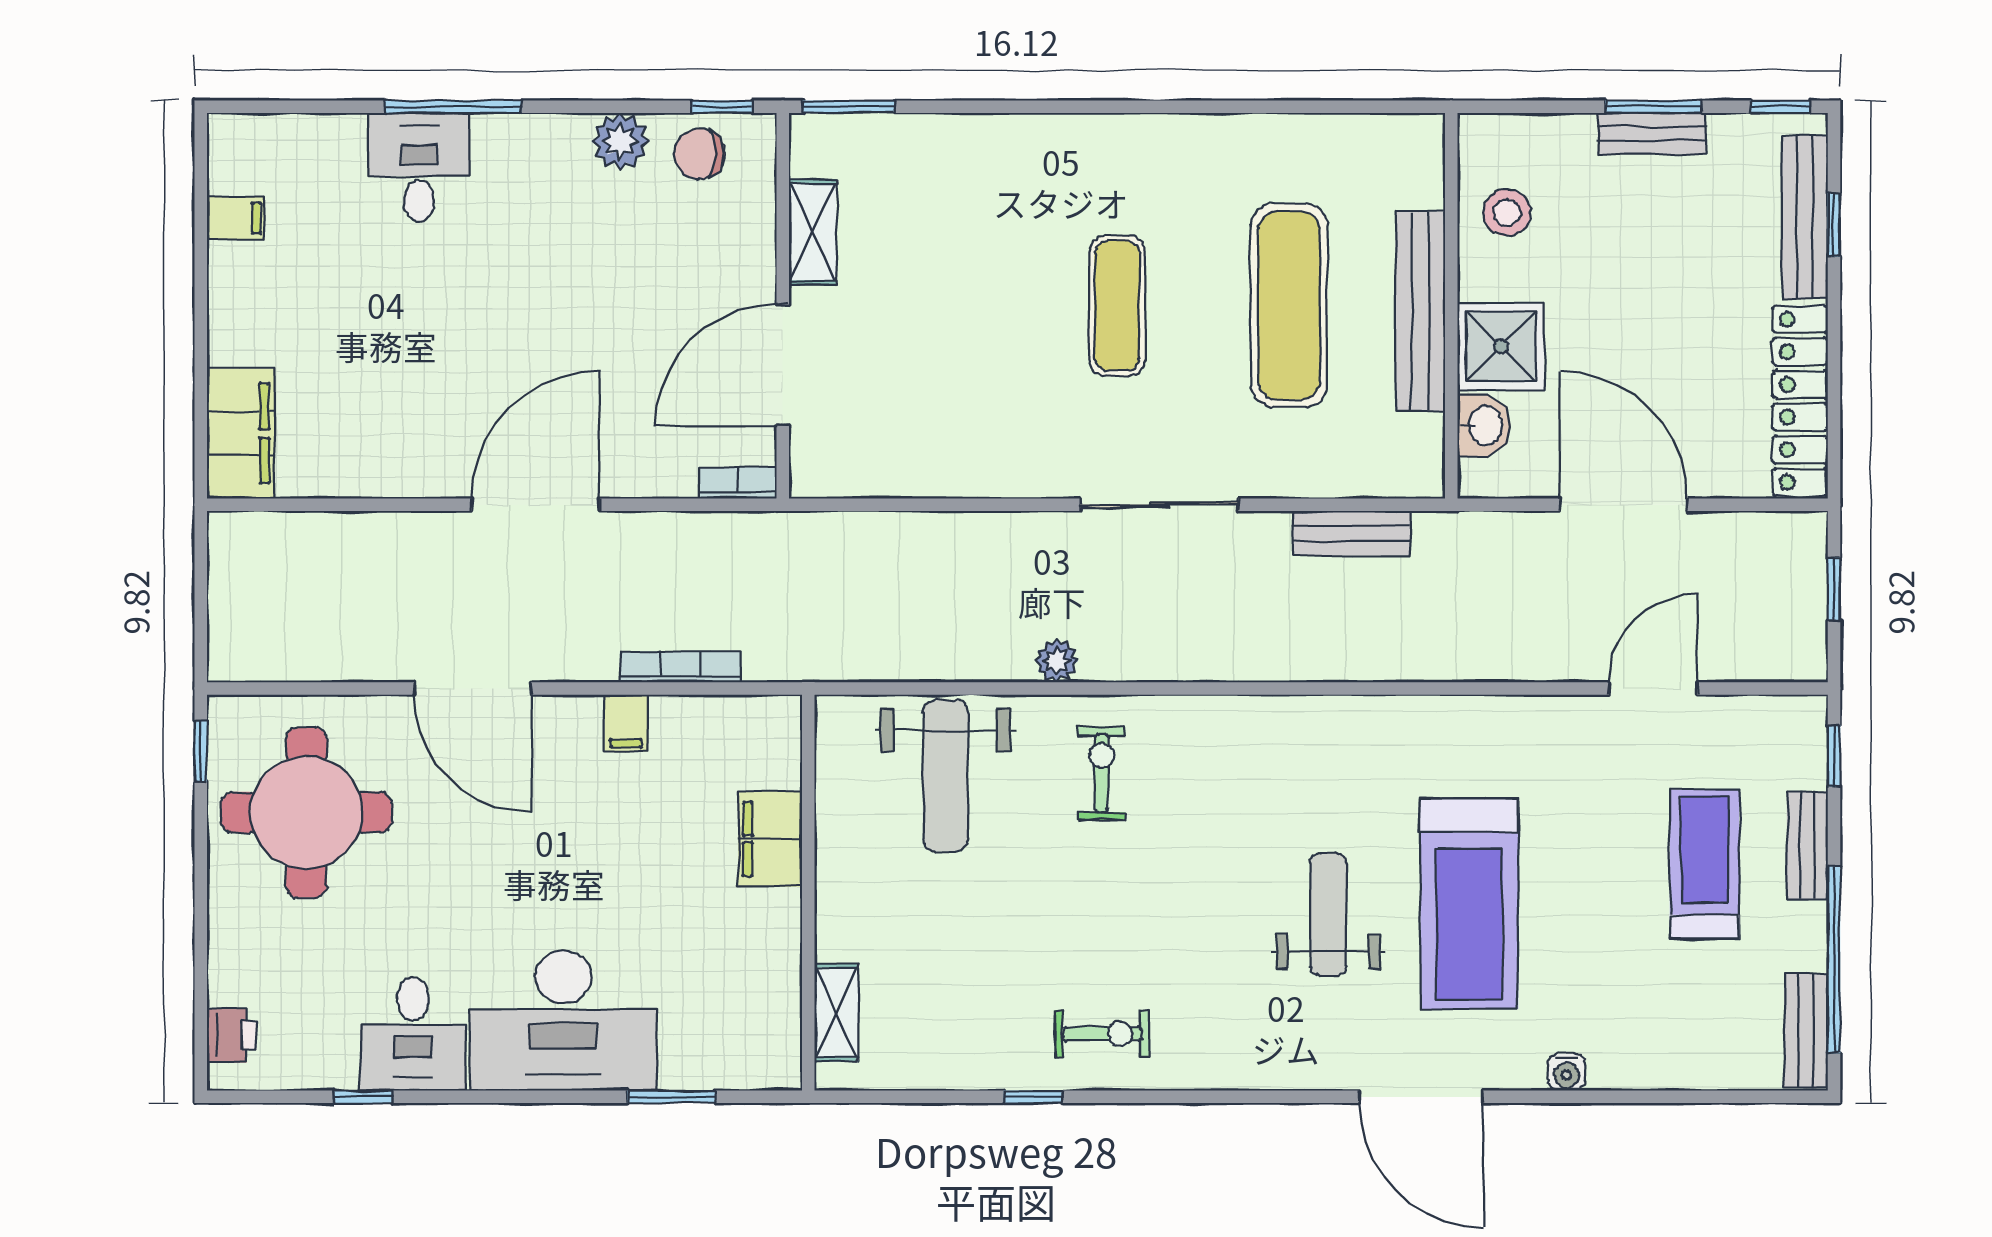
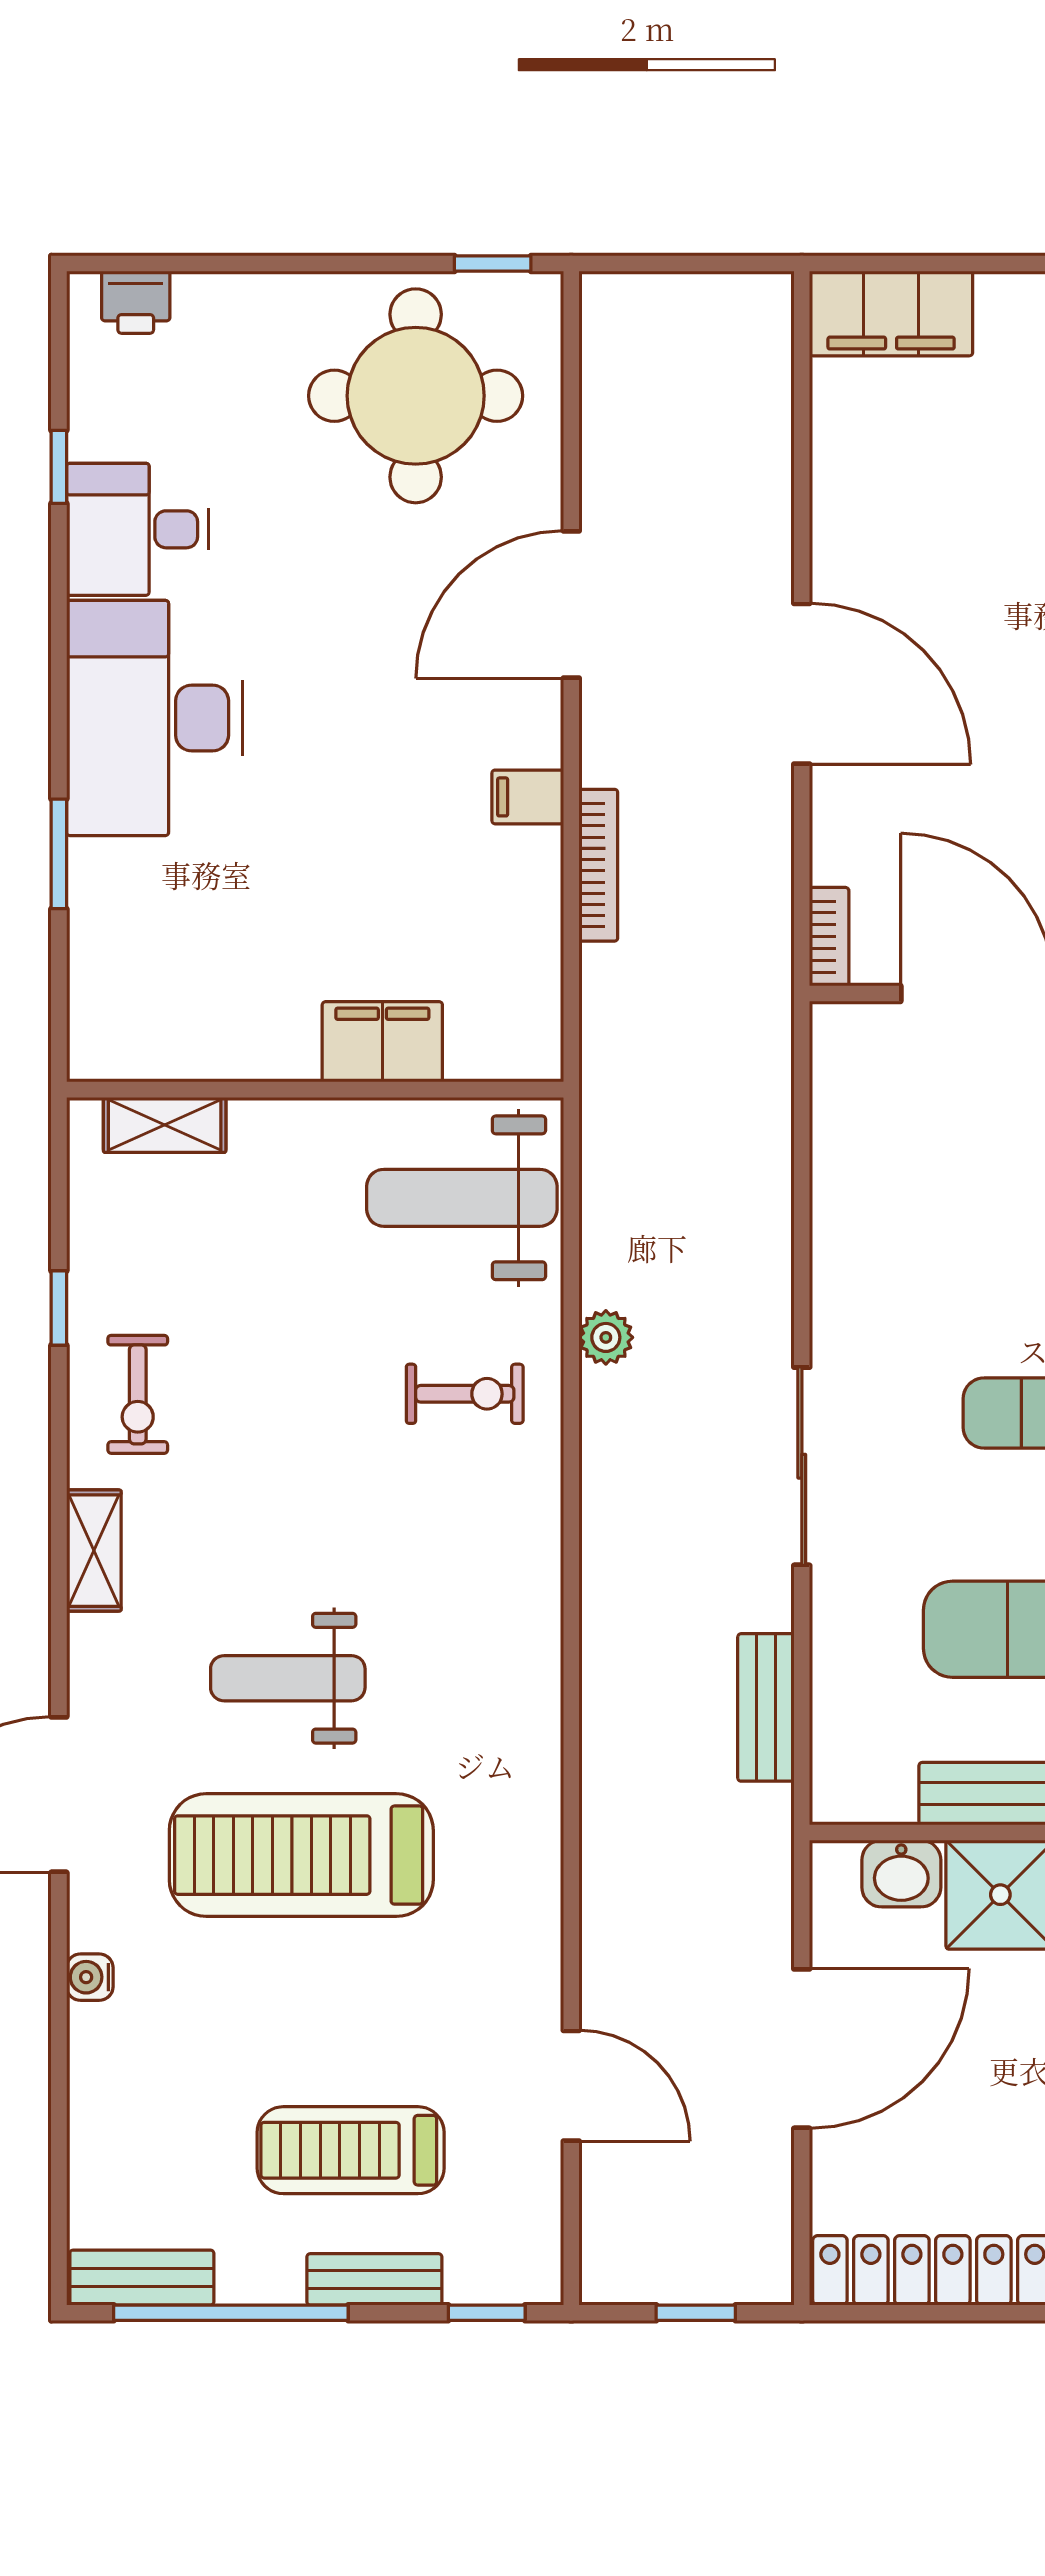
filing cabinet: (770, 839) -> (382, 1042), moved
treadmill: (1704, 864) -> (351, 2150), turned 180
wall: (808, 893) -> (315, 1090), moved
weight bench: (1328, 914) -> (288, 1678), turned 180
shelving: (836, 1012) -> (165, 1125), moved
shelving: (1227, 1069) -> (94, 1551), added

